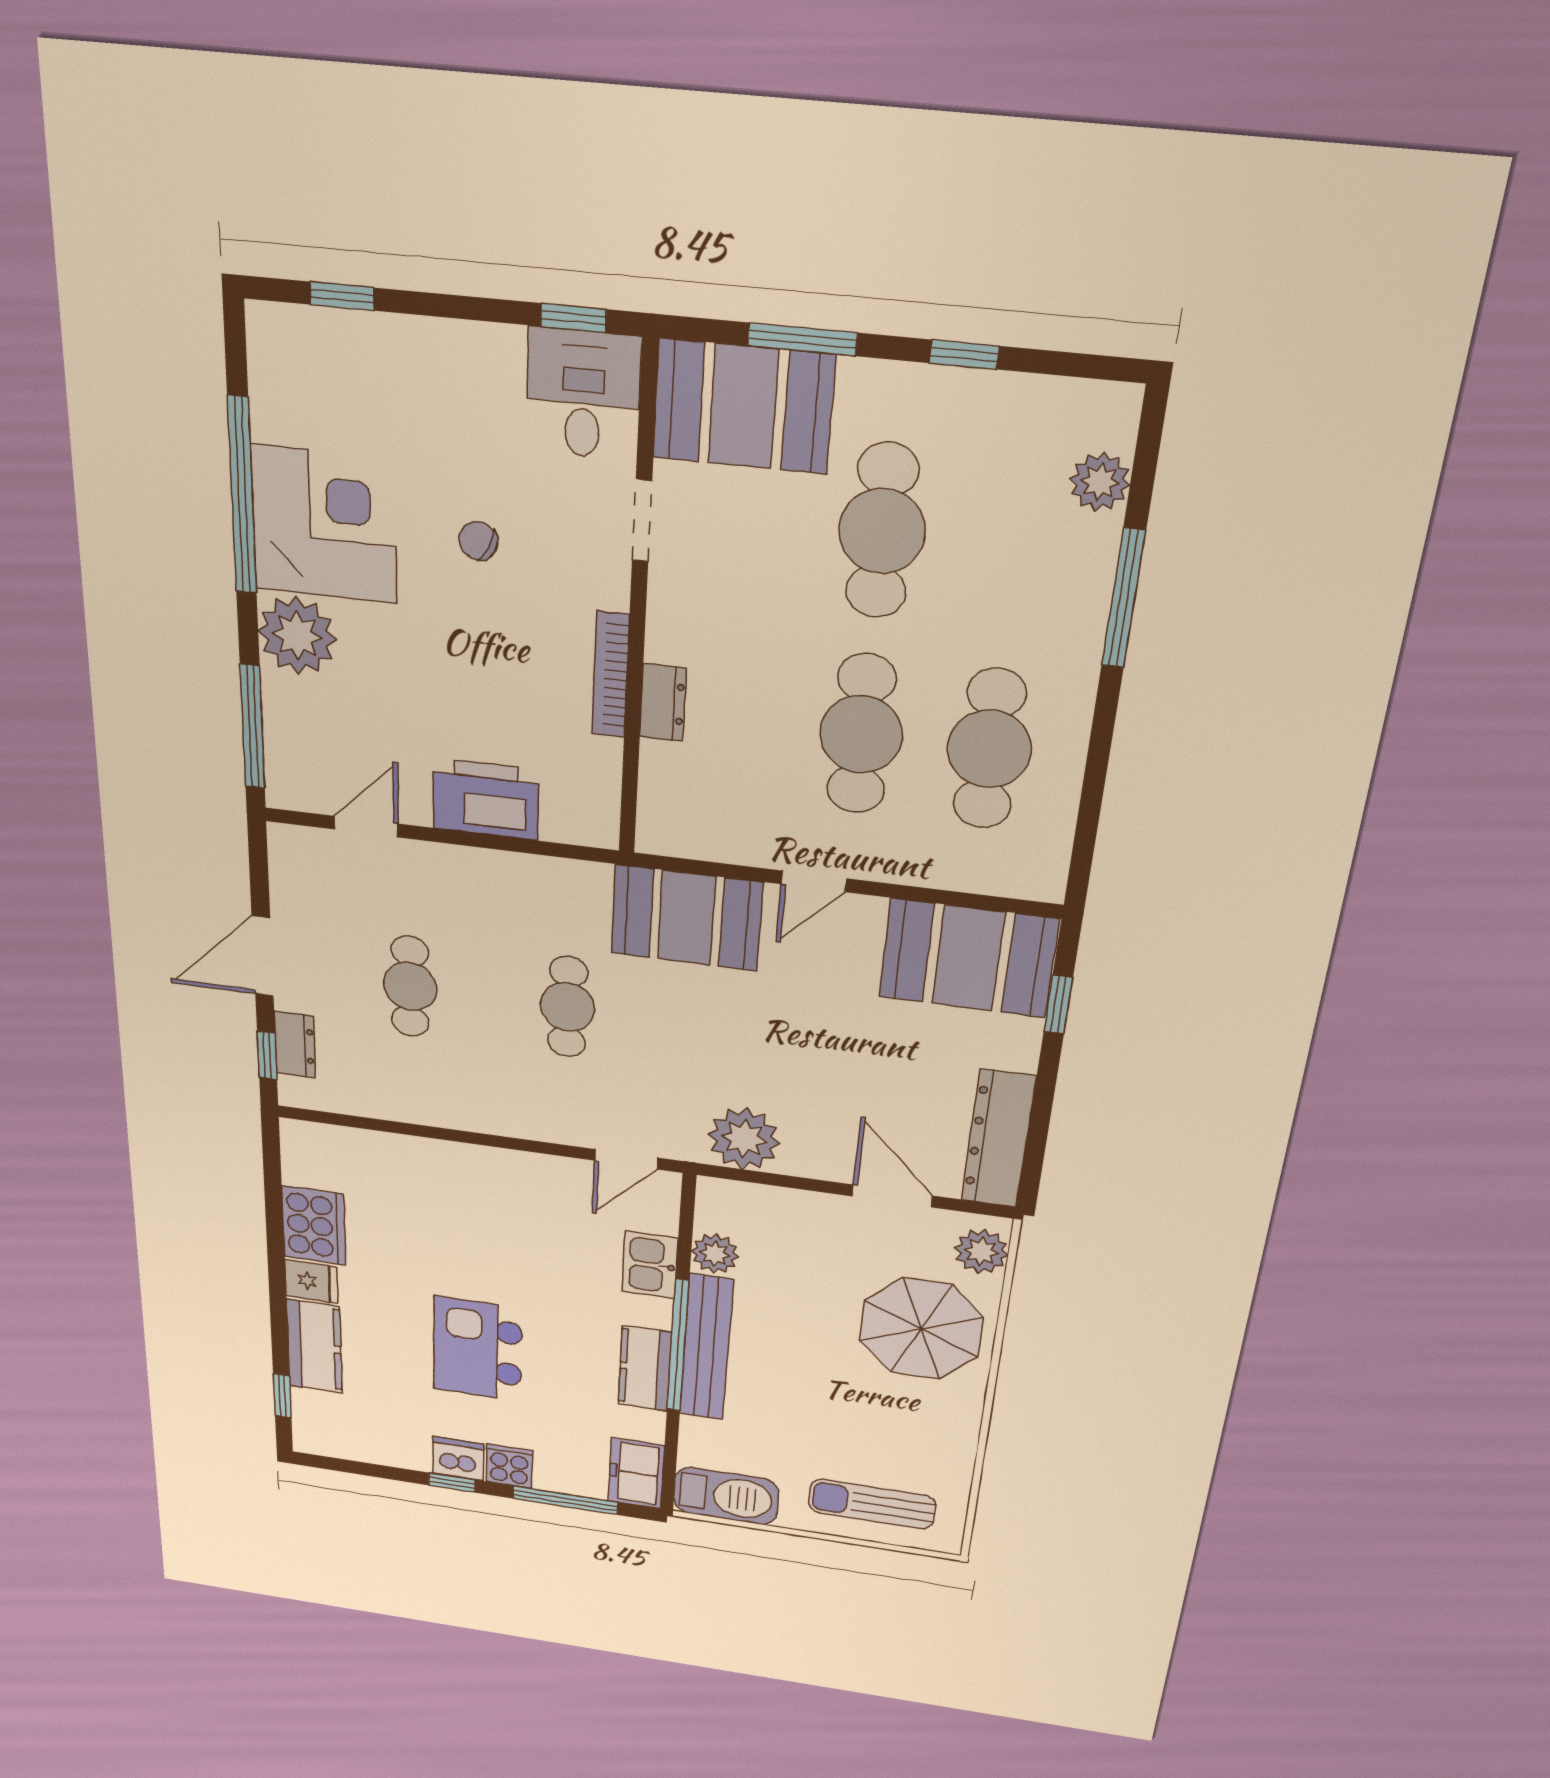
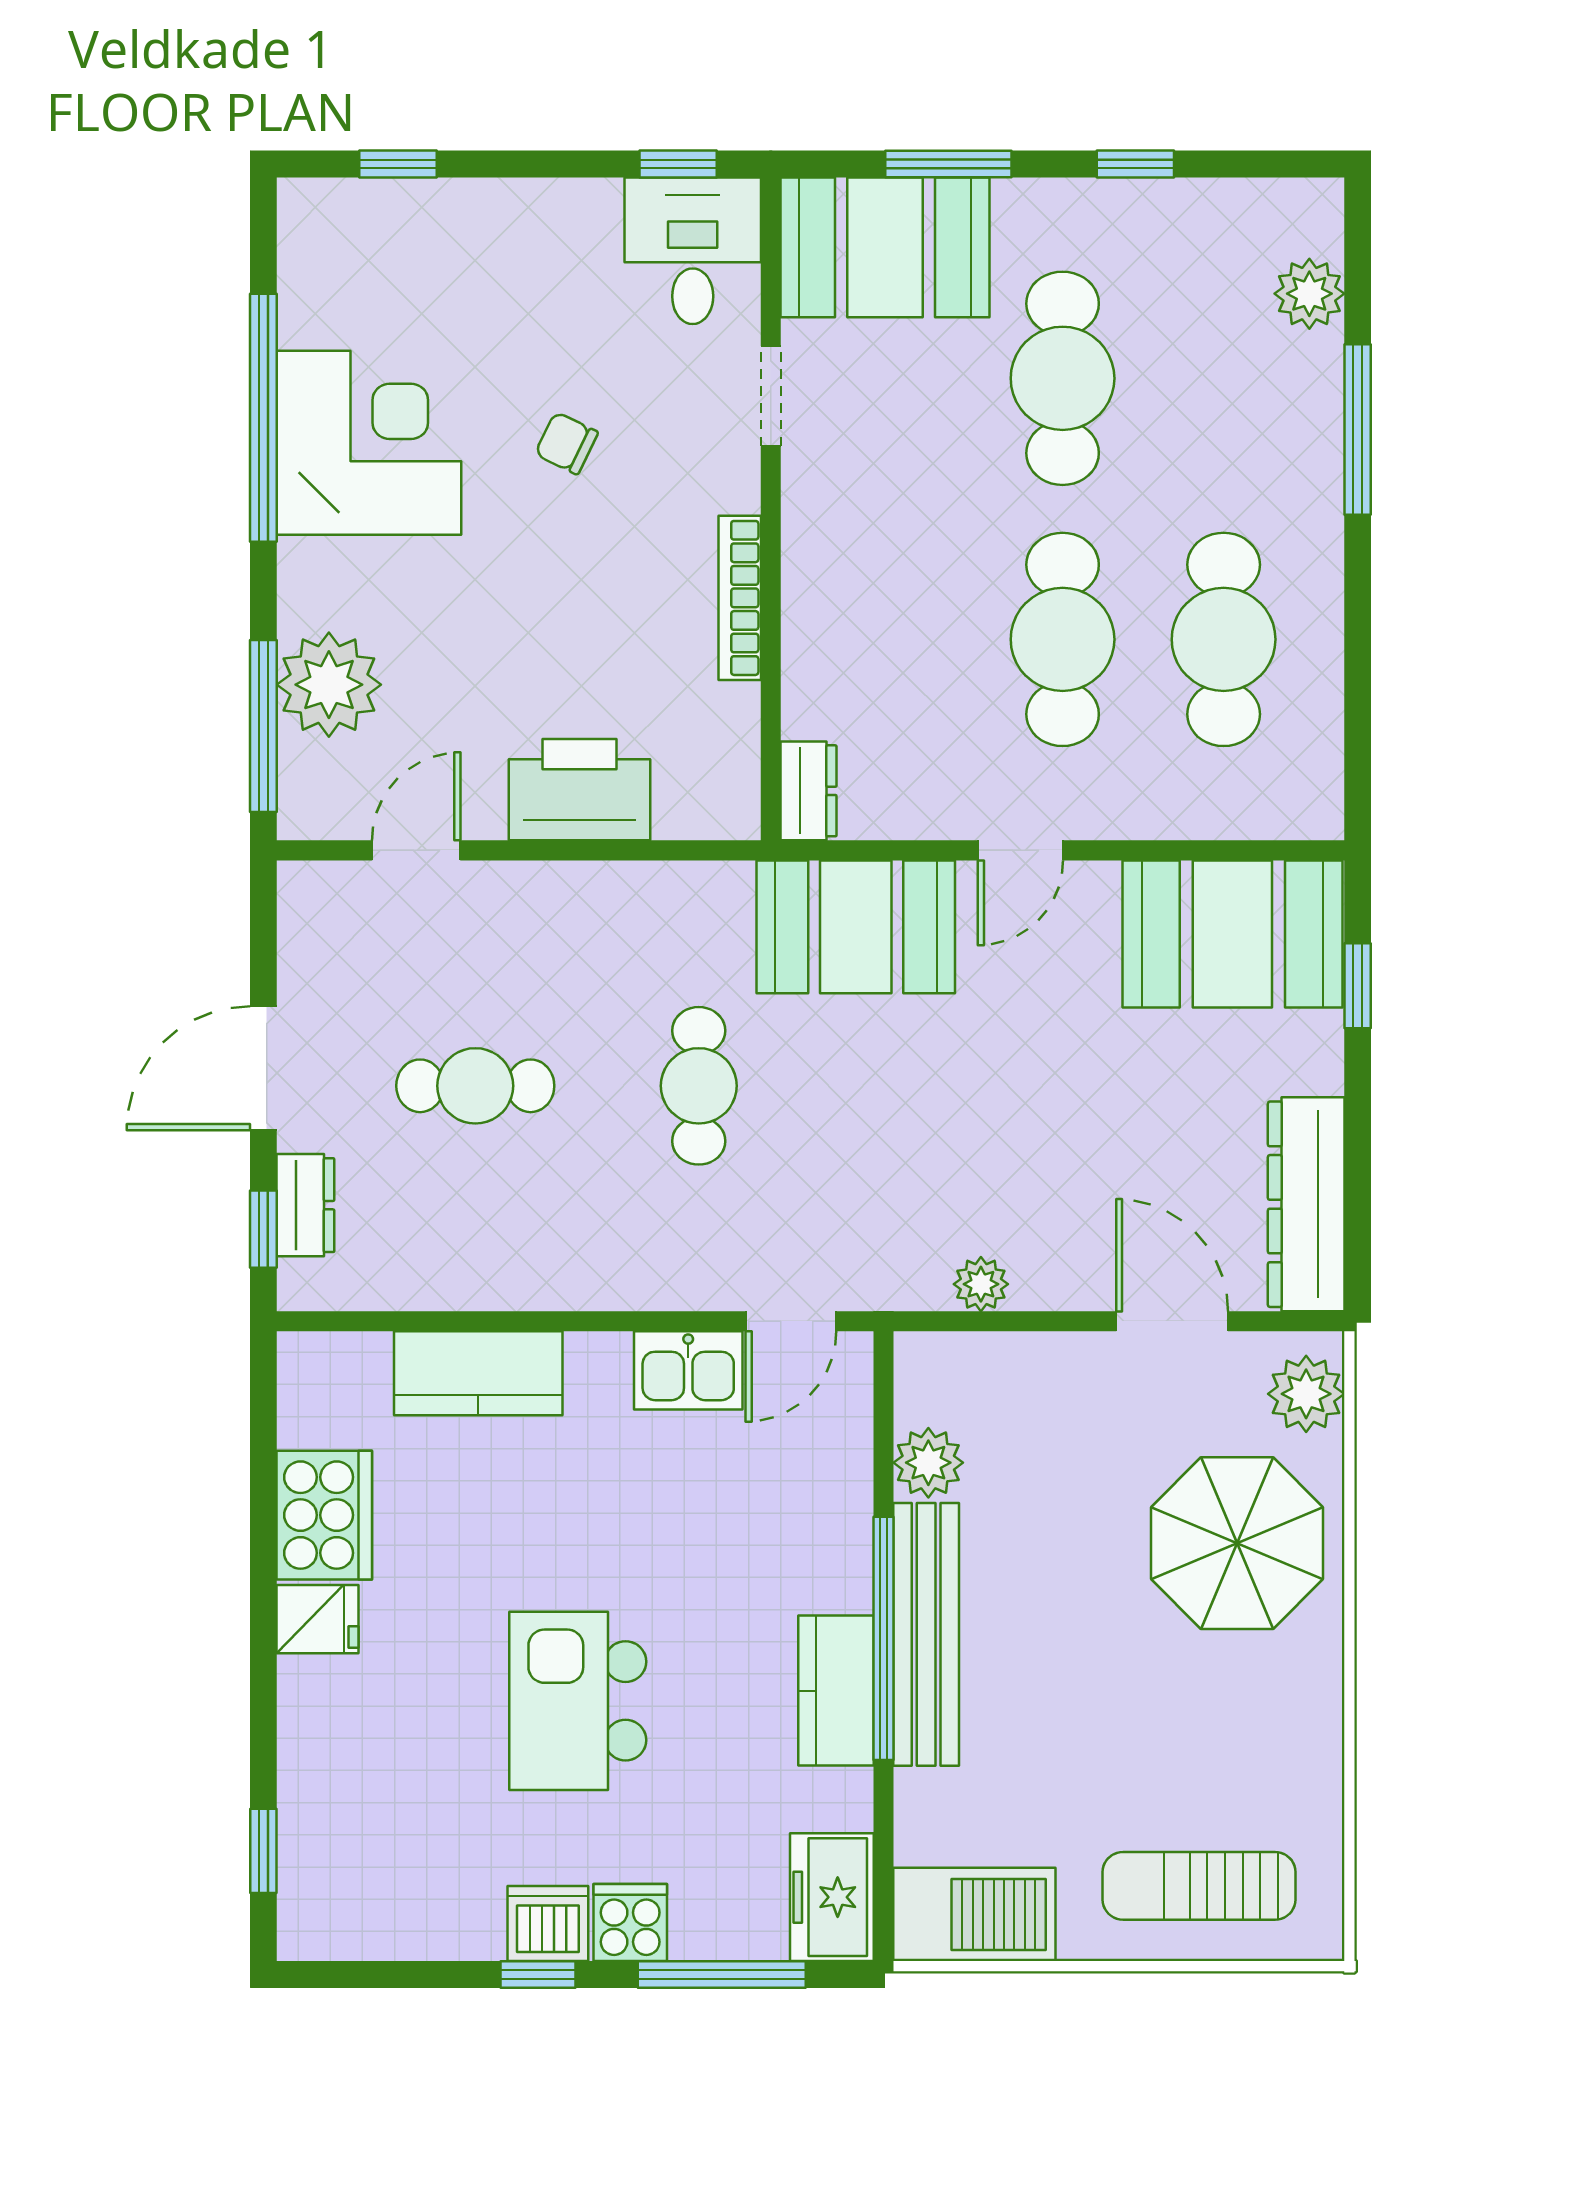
plant: (297, 635) -> (329, 685), moved
dresser: (663, 703) -> (809, 791), moved
cafe table: (410, 986) -> (475, 1086), turned 90
plant: (744, 1139) -> (981, 1284), width x0.53, depth x0.53
kitchen sink: (650, 1265) -> (688, 1370), moved, turned -90
kitchen counter: (314, 1346) -> (478, 1373), moved, turned 90

